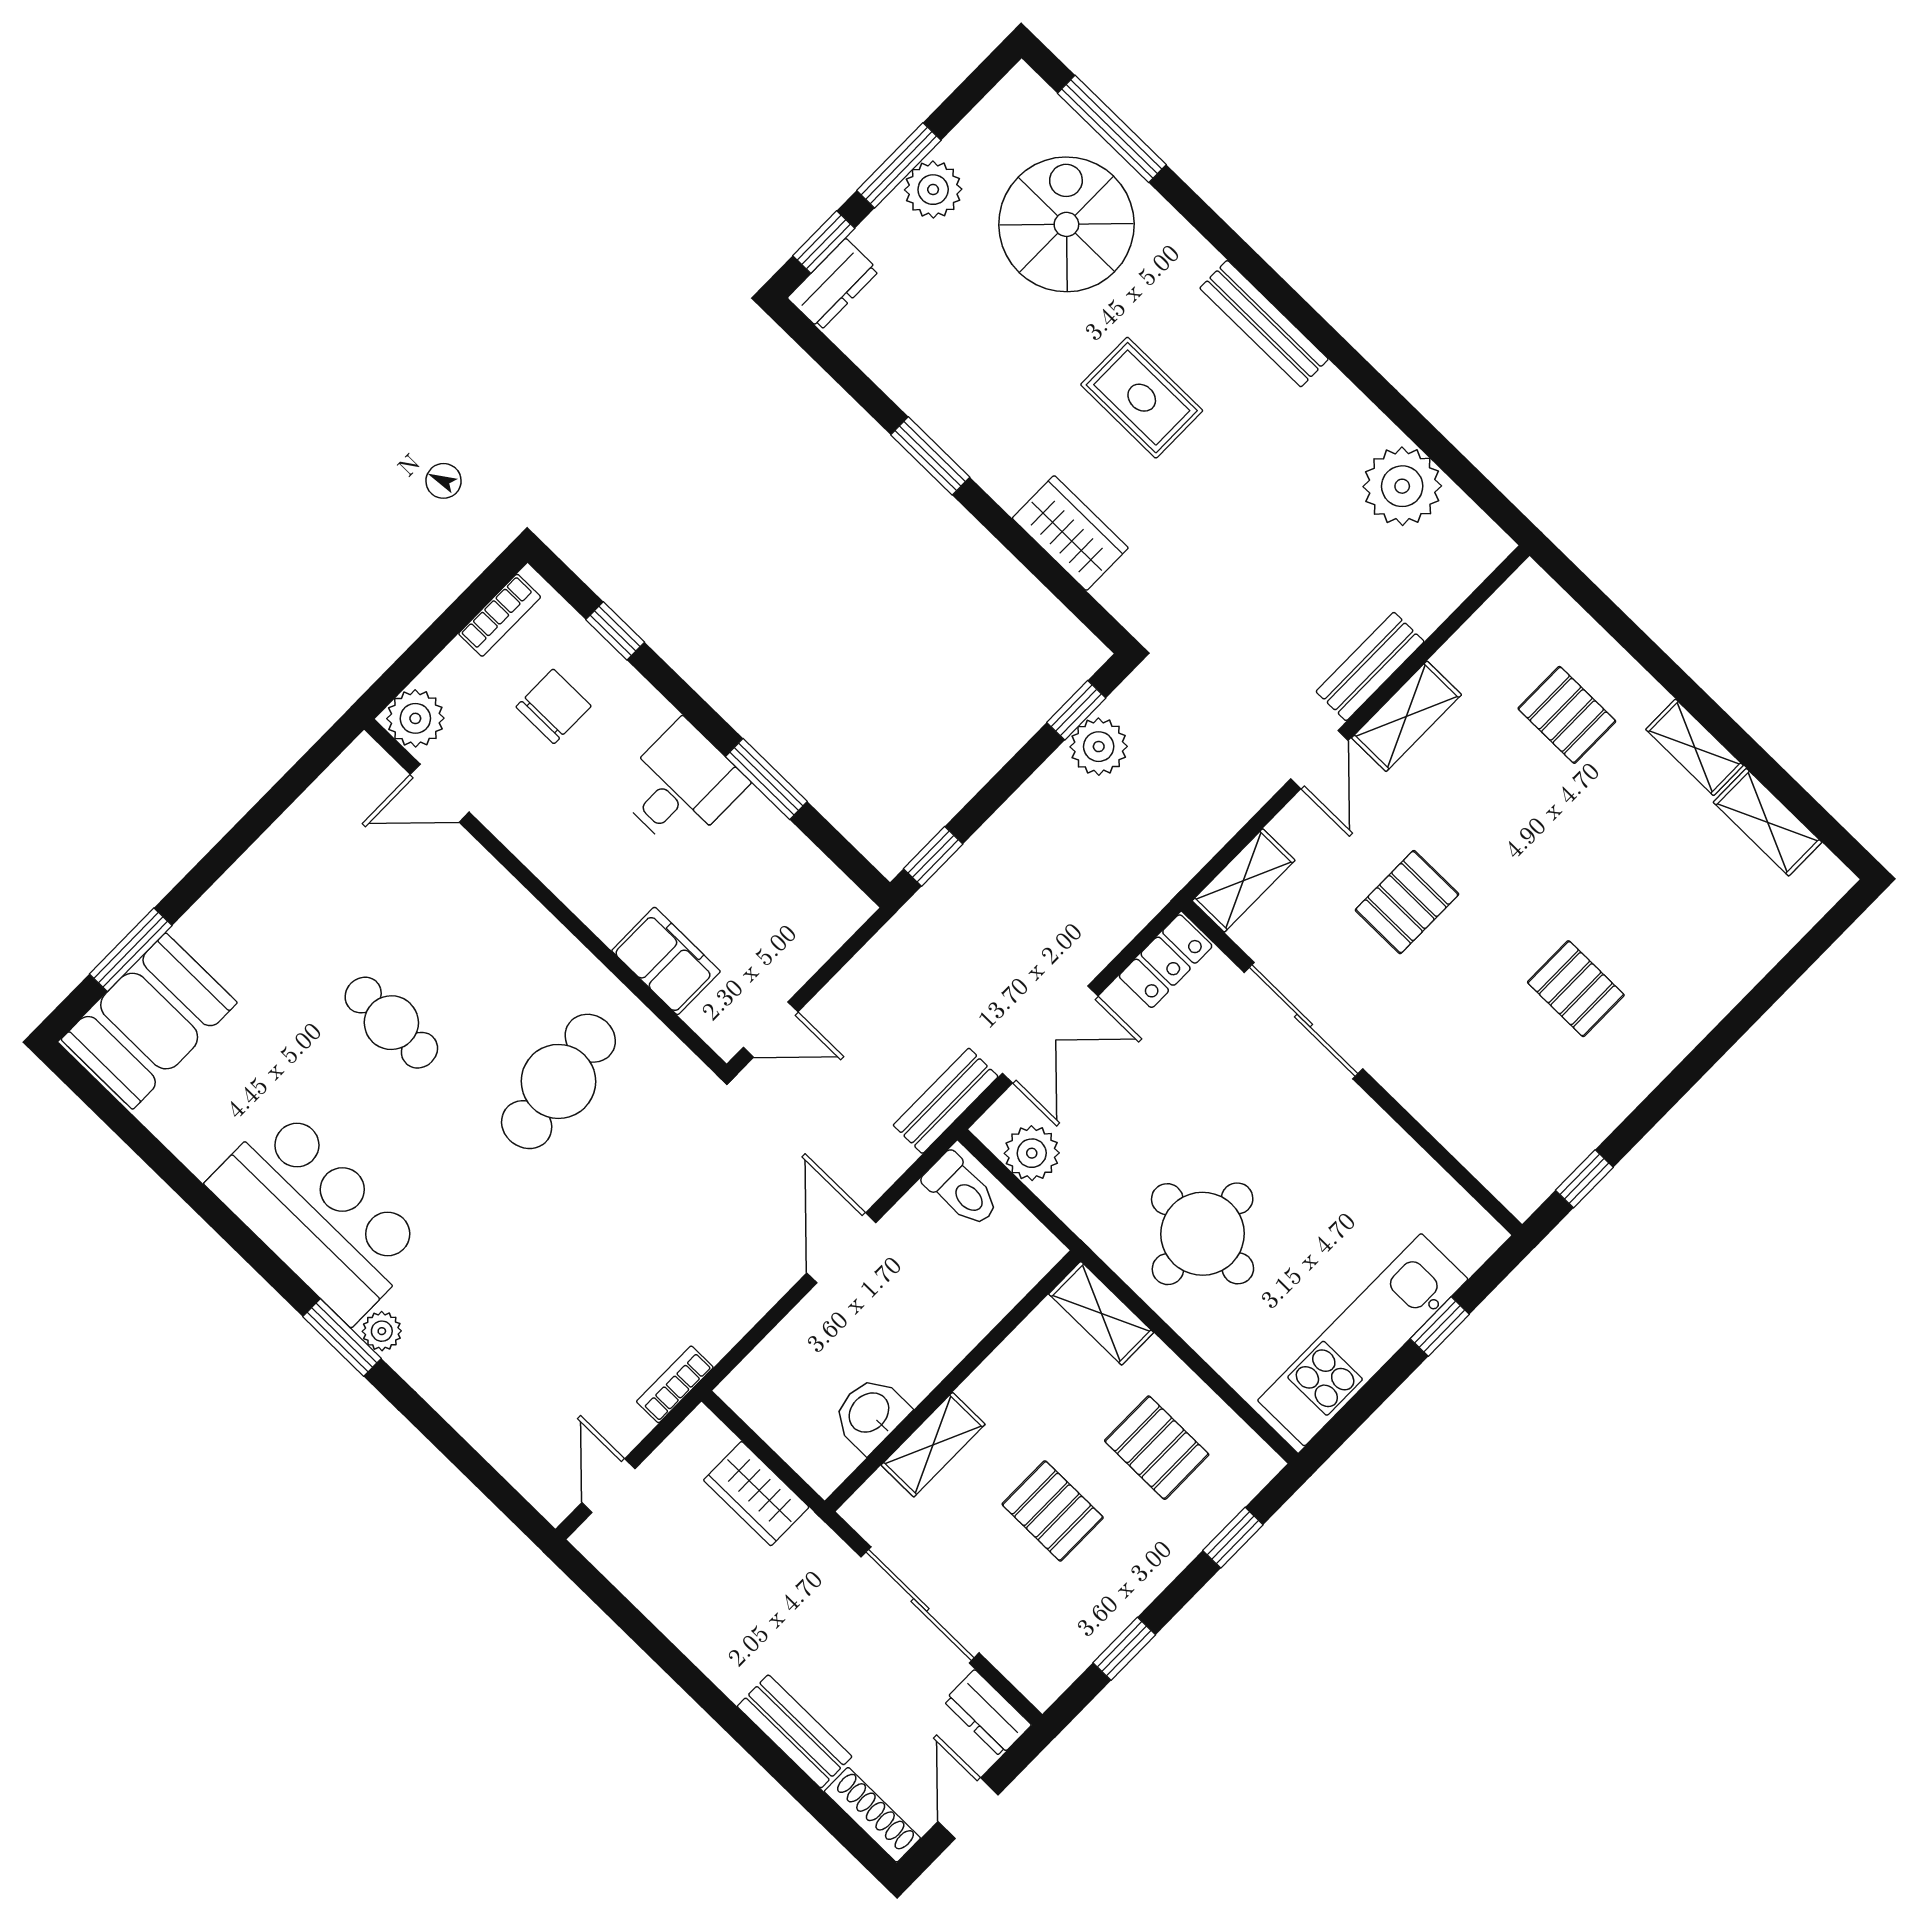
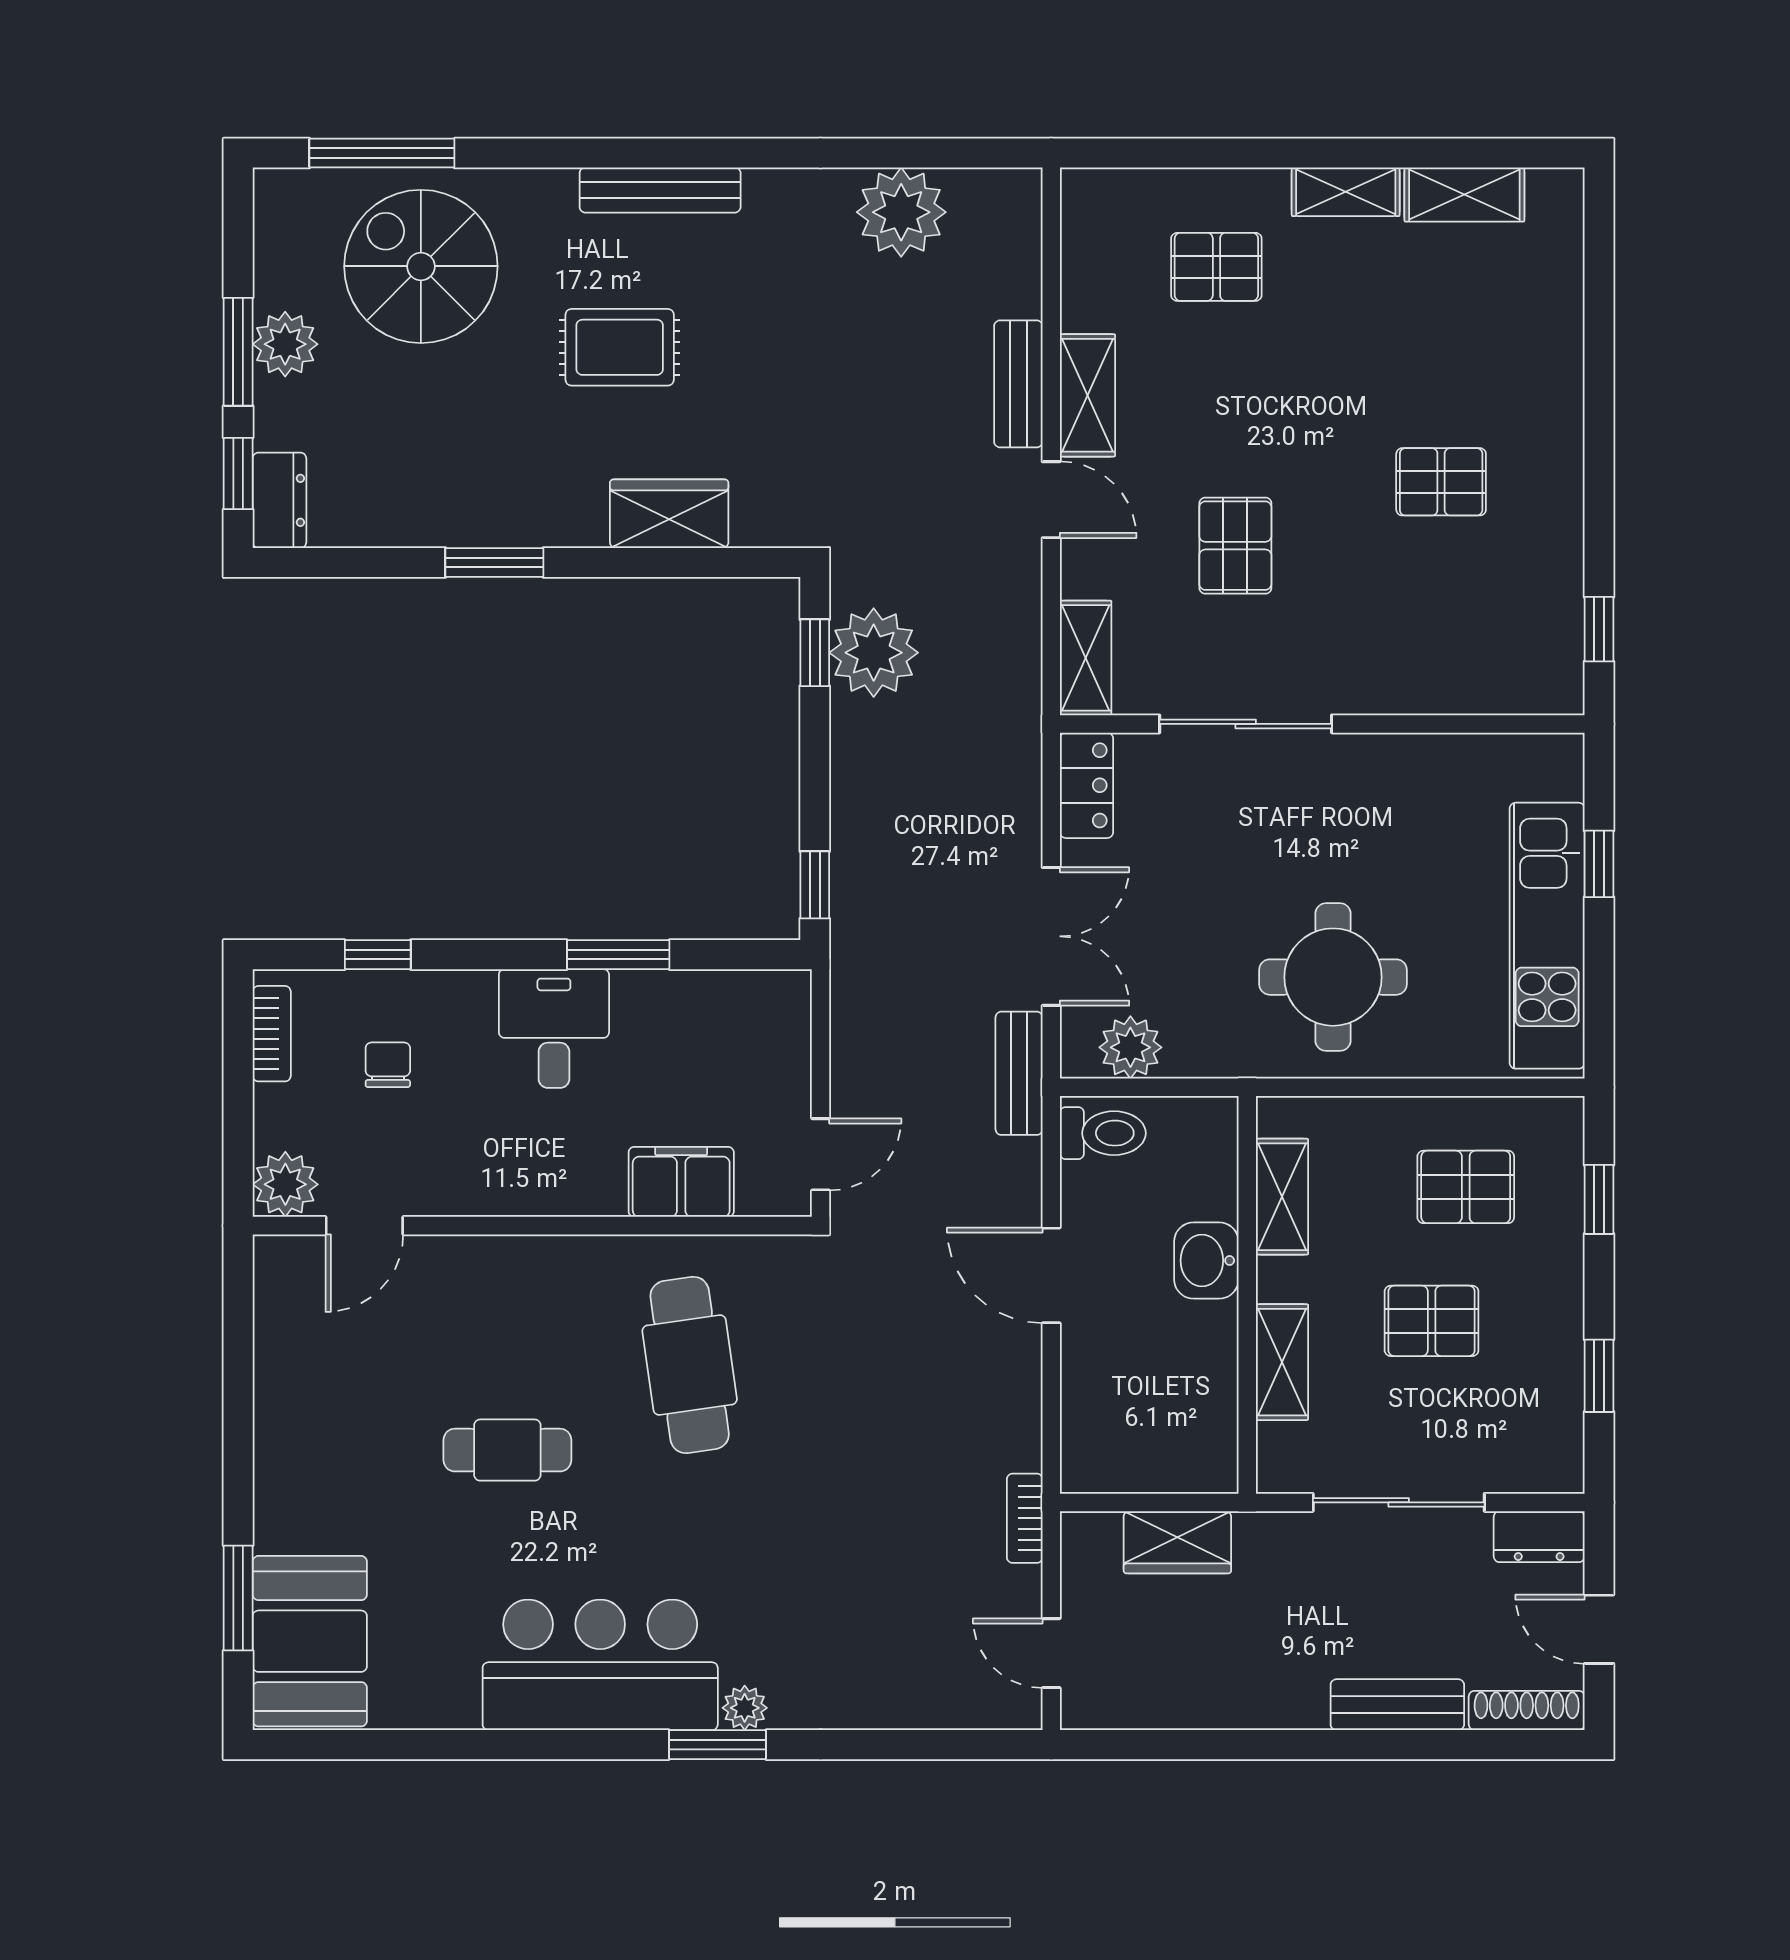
chair: (554, 706) -> (388, 1065), width x0.73, depth x0.73
plant: (1099, 747) -> (874, 653), width x1.36, depth x1.36
shelving: (1101, 1313) -> (1282, 1197), moved, turned 90
washbasin: (870, 1414) -> (1206, 1261), moved

